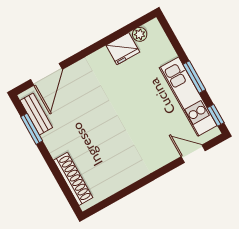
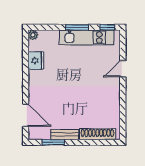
plant: (140, 34) -> (33, 35), moved
bench: (36, 114) -> (65, 135), moved
door: (193, 154) -> (123, 69), moved

